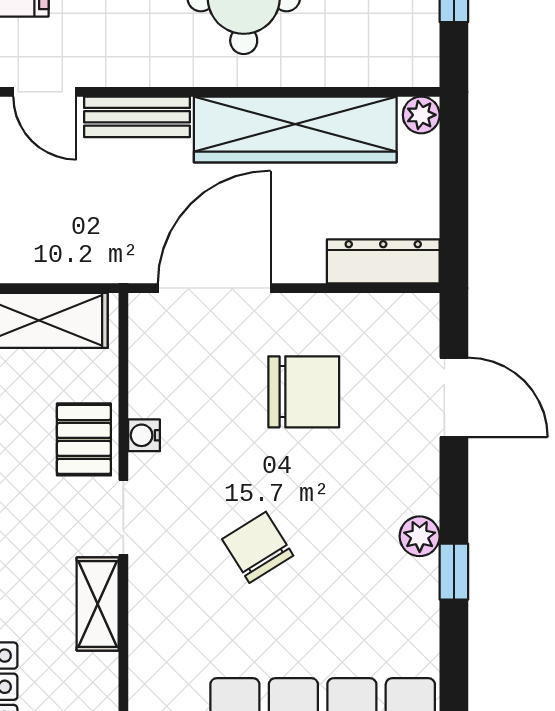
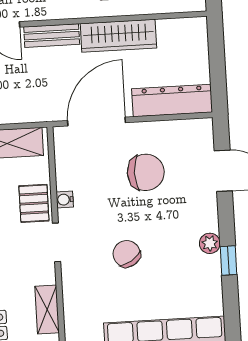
plant: (421, 115) -> (198, 26), removed
wardrobe: (295, 129) -> (118, 36), width x0.71, depth x0.85
dresser: (383, 261) -> (172, 101), width x1.37, depth x1.24
shelving: (98, 604) -> (47, 309), moved

